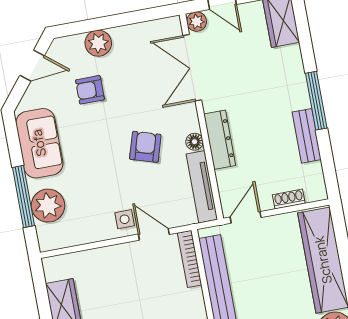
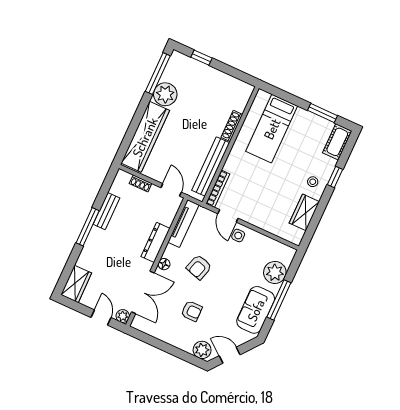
plant: (98, 43) -> (202, 350), moved
armchair: (90, 90) -> (192, 311), moved
floor lamp: (195, 142) -> (164, 264), moved
window: (24, 197) -> (279, 300), moved
door: (246, 217) -> (171, 190), swing flipped

